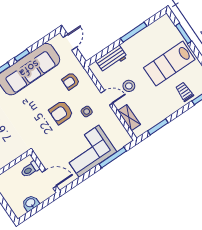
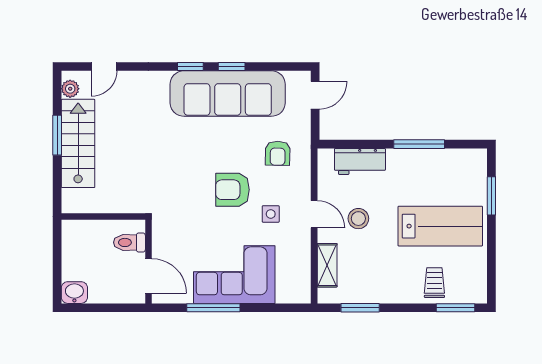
lab bench: (169, 64) -> (440, 226), turned 180
armchair: (71, 81) -> (278, 153), turned -89
window: (113, 157) -> (213, 308), moved
washbasin: (31, 203) -> (74, 293), moved

